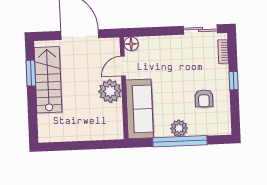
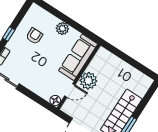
window: (180, 141) -> (67, 20), removed

